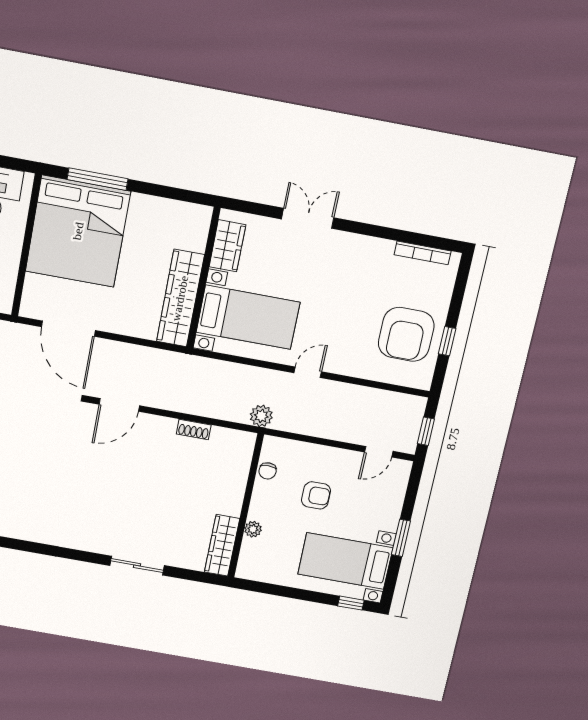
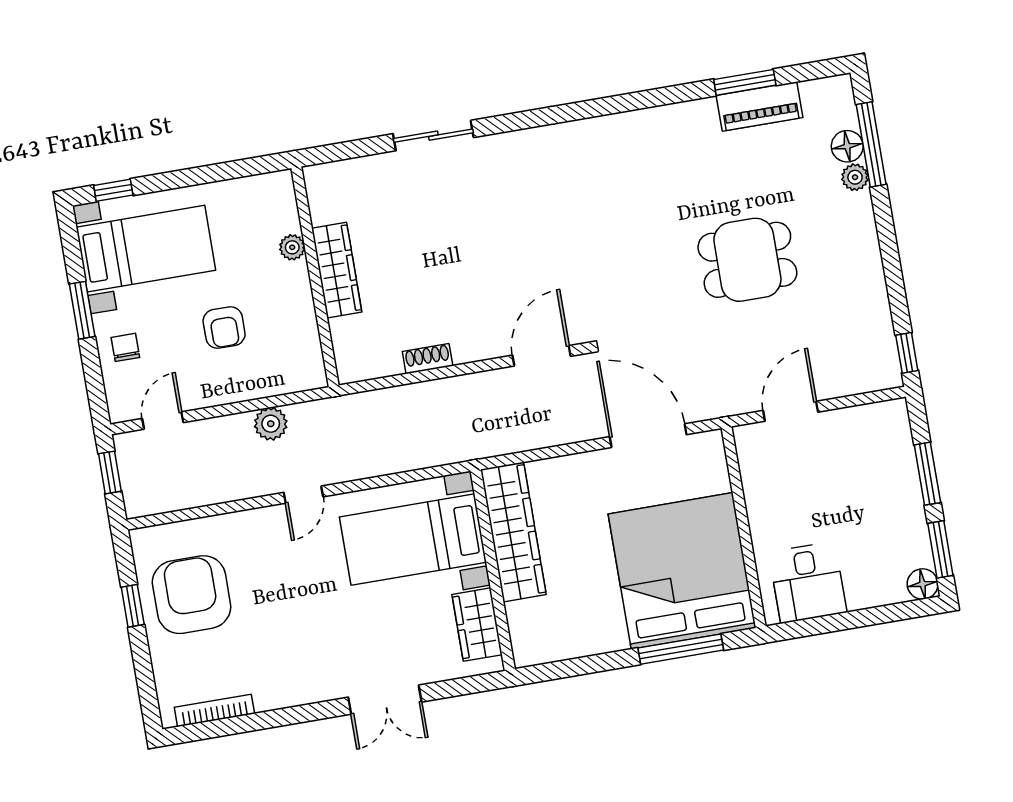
plant: (261, 416) -> (271, 424), moved
chair: (268, 471) -> (125, 347), moved
armchair: (316, 495) -> (224, 327), turned -90
wardrobe: (222, 545) -> (337, 270), moved

